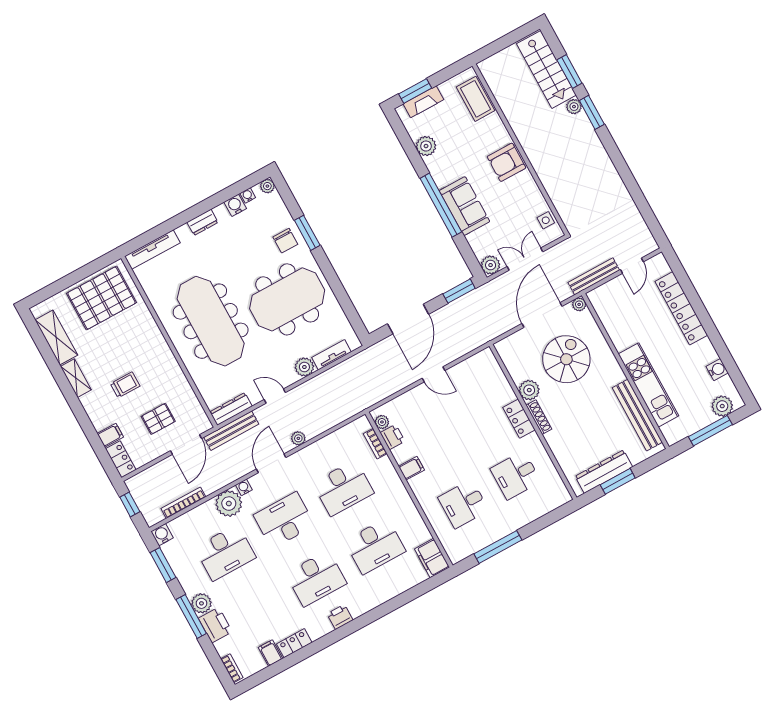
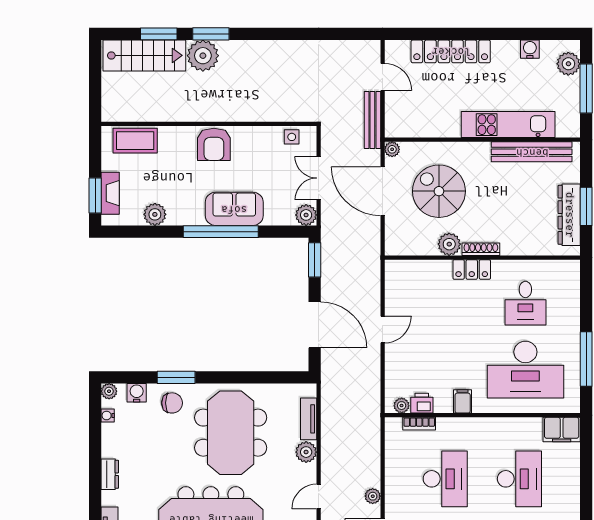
plant: (574, 107) -> (203, 56), width x1.87, depth x1.87
water cooler: (235, 205) -> (137, 393), moved, turned 90
desk: (463, 504) -> (525, 370), width x1.87, depth x1.30

